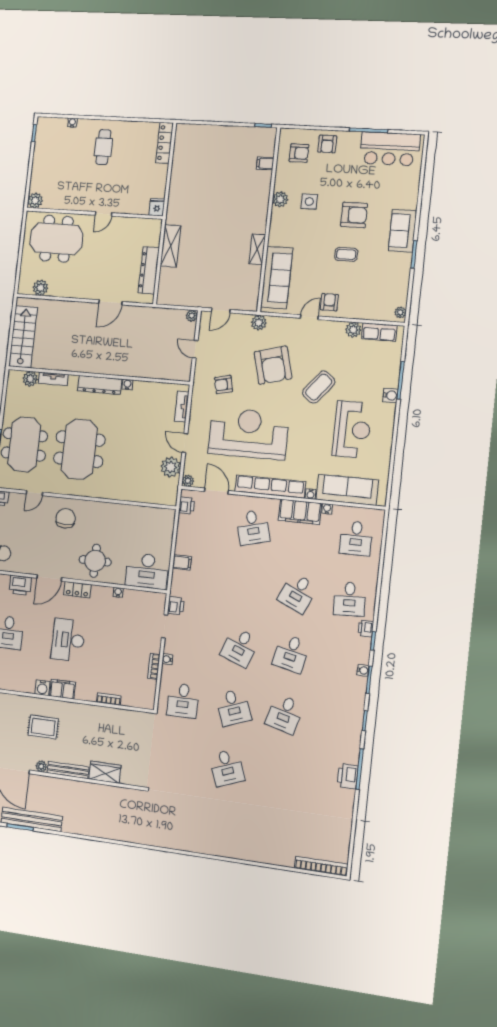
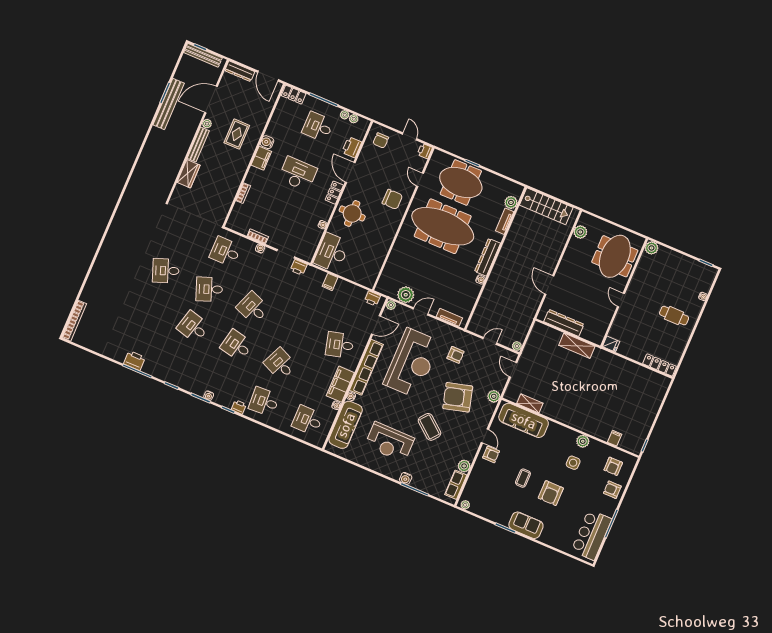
shelving: (257, 249) -> (530, 403), moved
armchair: (224, 385) -> (455, 355), turned 103
meeting table: (79, 449) -> (443, 226), width x1.36

